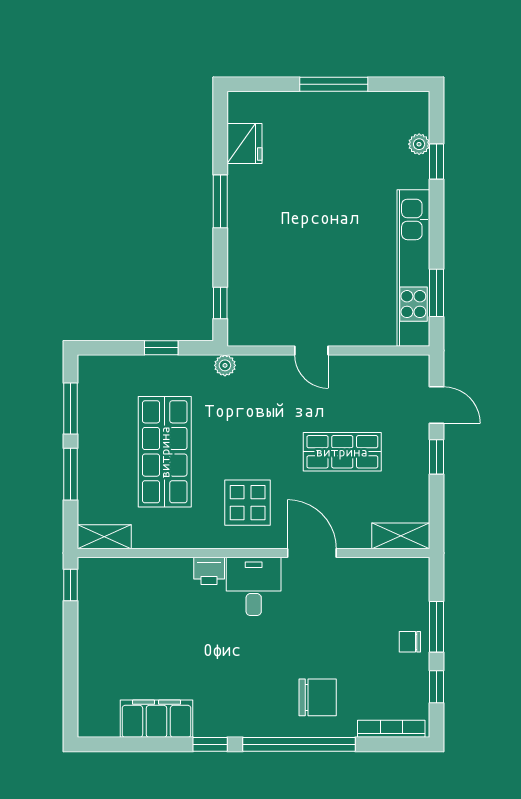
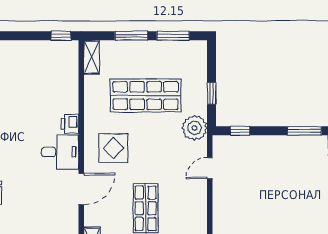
door: (311, 351) -> (210, 168), moved
plant: (225, 365) -> (194, 128), width x1.88, depth x1.88

